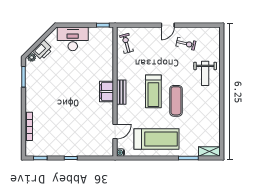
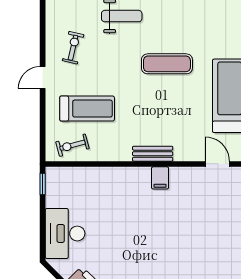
door: (168, 25) -> (43, 78), swing flipped
filing cabinet: (107, 91) -> (160, 178), width x0.50
treadmill: (153, 91) -> (87, 109), moved

